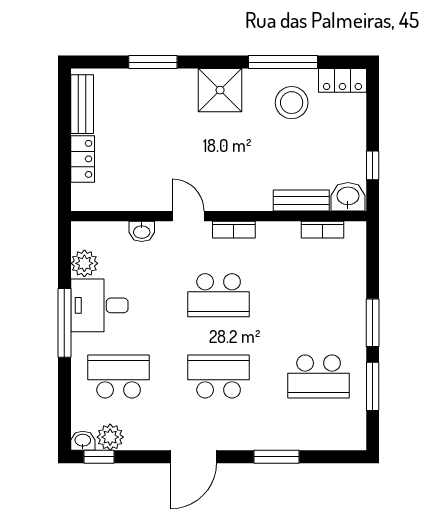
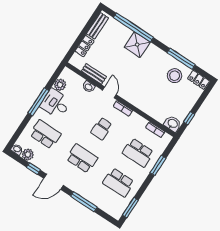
window: (153, 62) -> (134, 28), width x2.11
shower: (220, 90) -> (137, 45), moved
bench: (301, 200) -> (94, 74), moved
school desk: (219, 295) -> (101, 129), width x0.54
school desk: (319, 295) -> (138, 153), added
window: (373, 323) -> (158, 165), moved
window: (373, 386) -> (130, 208), moved
window: (99, 457) -> (33, 169), moved
window: (276, 457) -> (84, 202), width x1.44

